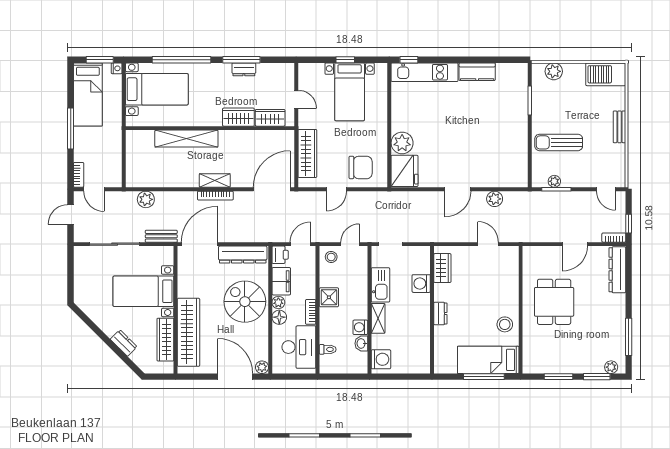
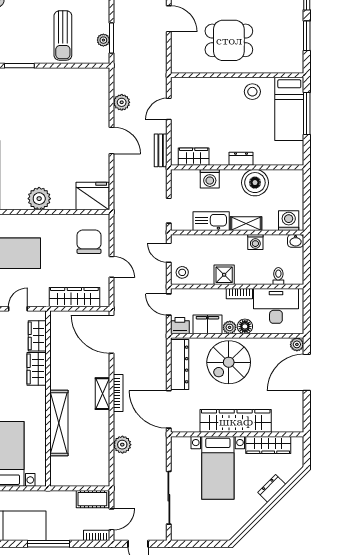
plant: (402, 143) -> (39, 199), moved
cot: (113, 171) -> (92, 499), added
plant: (146, 199) -> (122, 445), moved
bench: (161, 236) -> (161, 150), moved
boiler: (417, 327) -> (255, 183), added
wardrobe: (188, 332) -> (236, 421), moved
washbasin: (361, 343) -> (296, 241), moved

